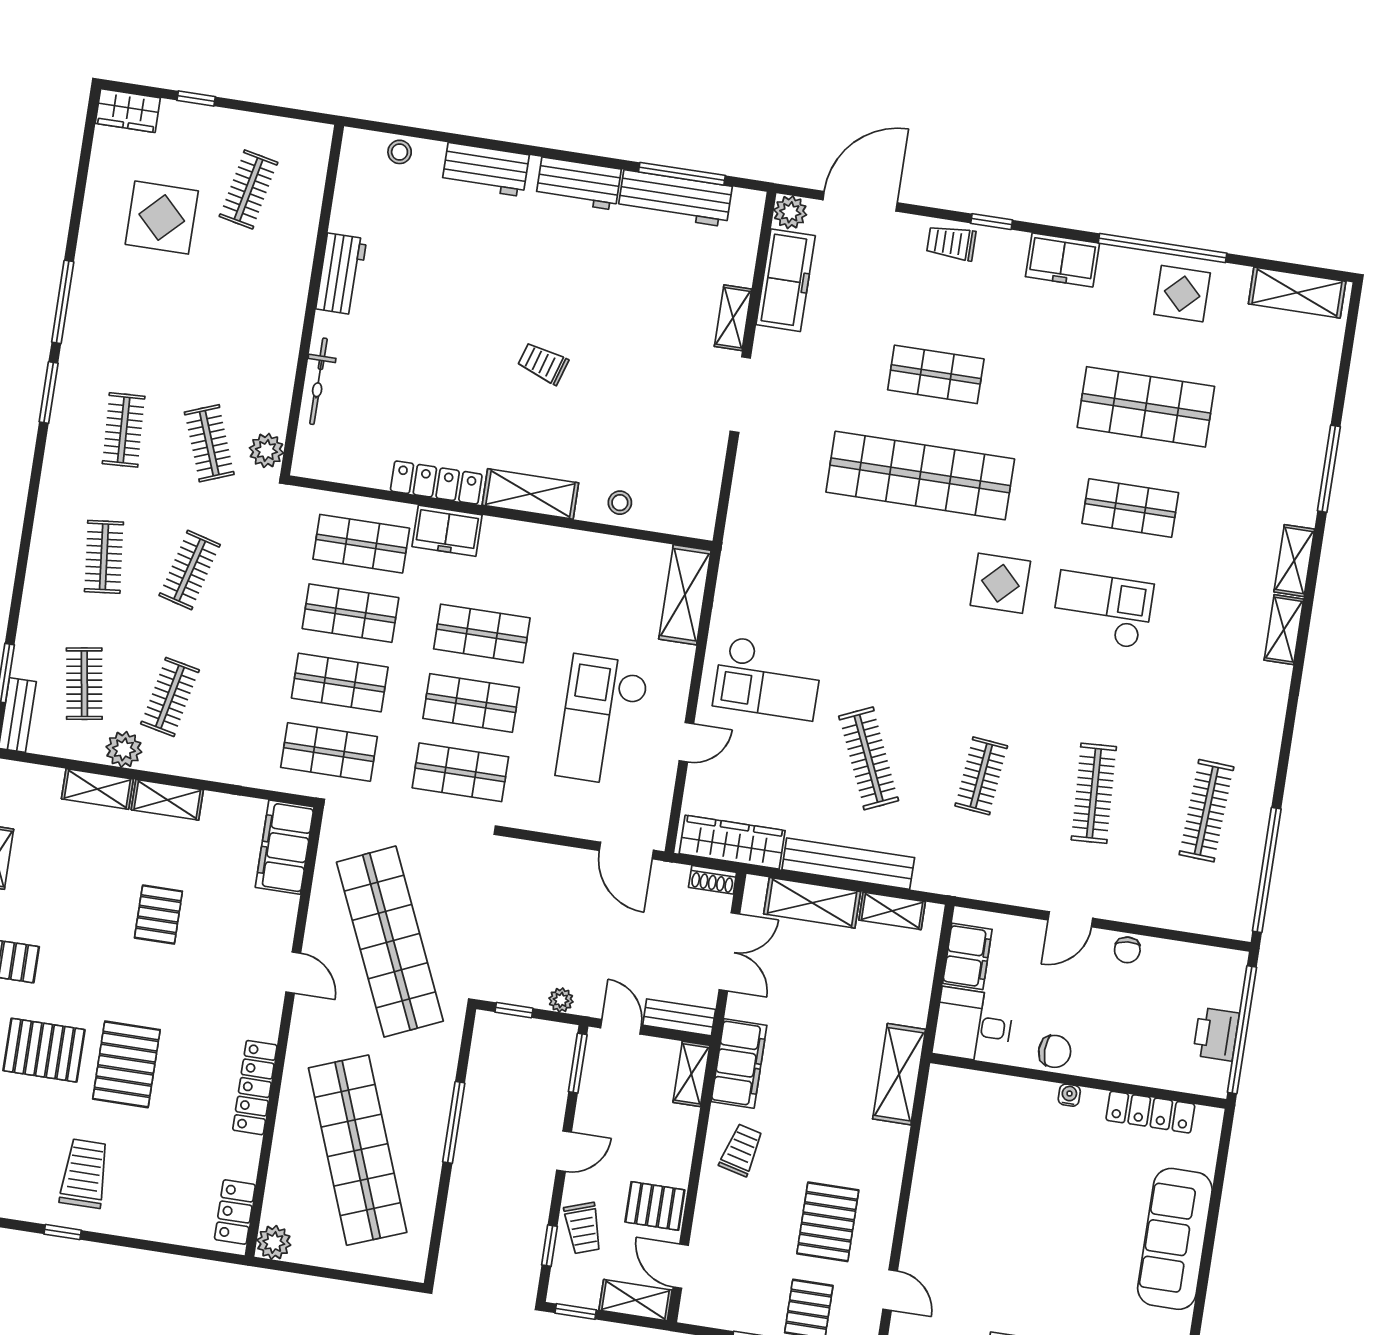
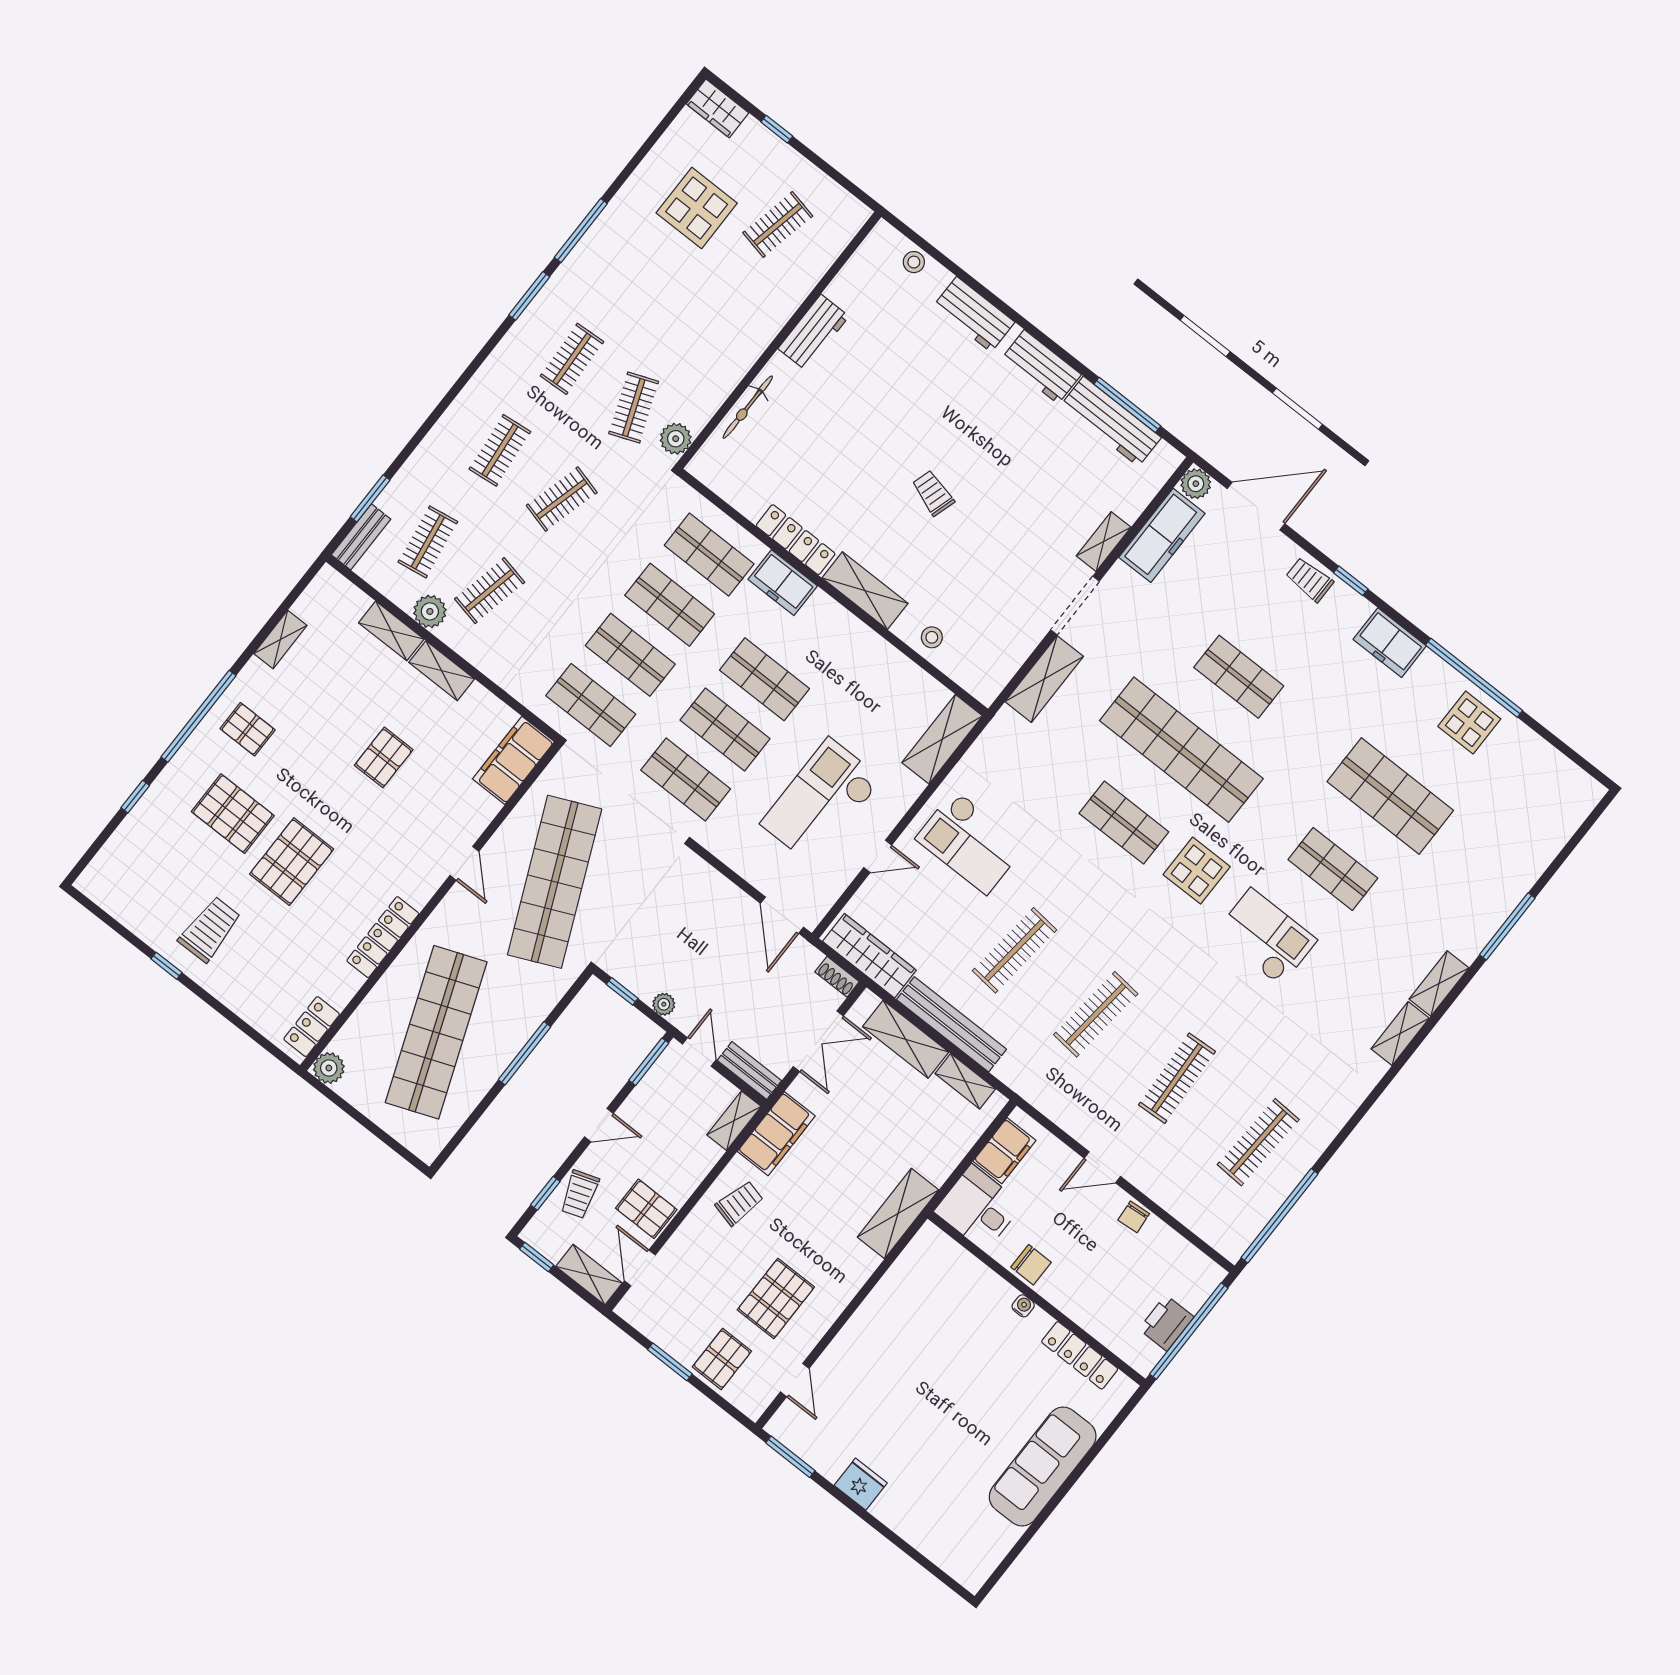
shelving: (1297, 293) -> (1044, 679), moved, turned 90
shop shelf: (905, 577) -> (1124, 823), added
clothes rail: (869, 758) -> (1015, 950), turned 30
clothes rail: (981, 776) -> (1096, 1014), width x1.36

